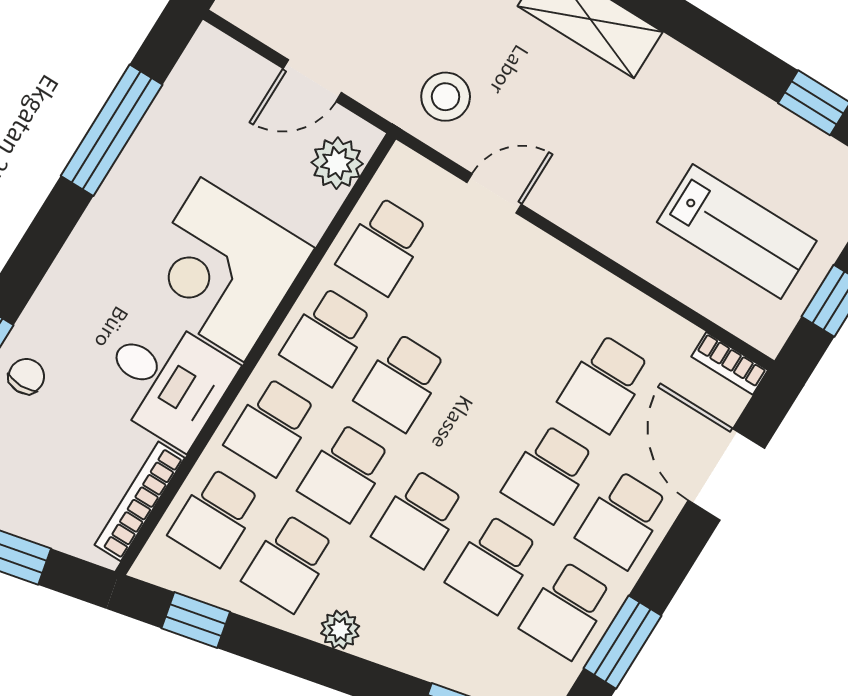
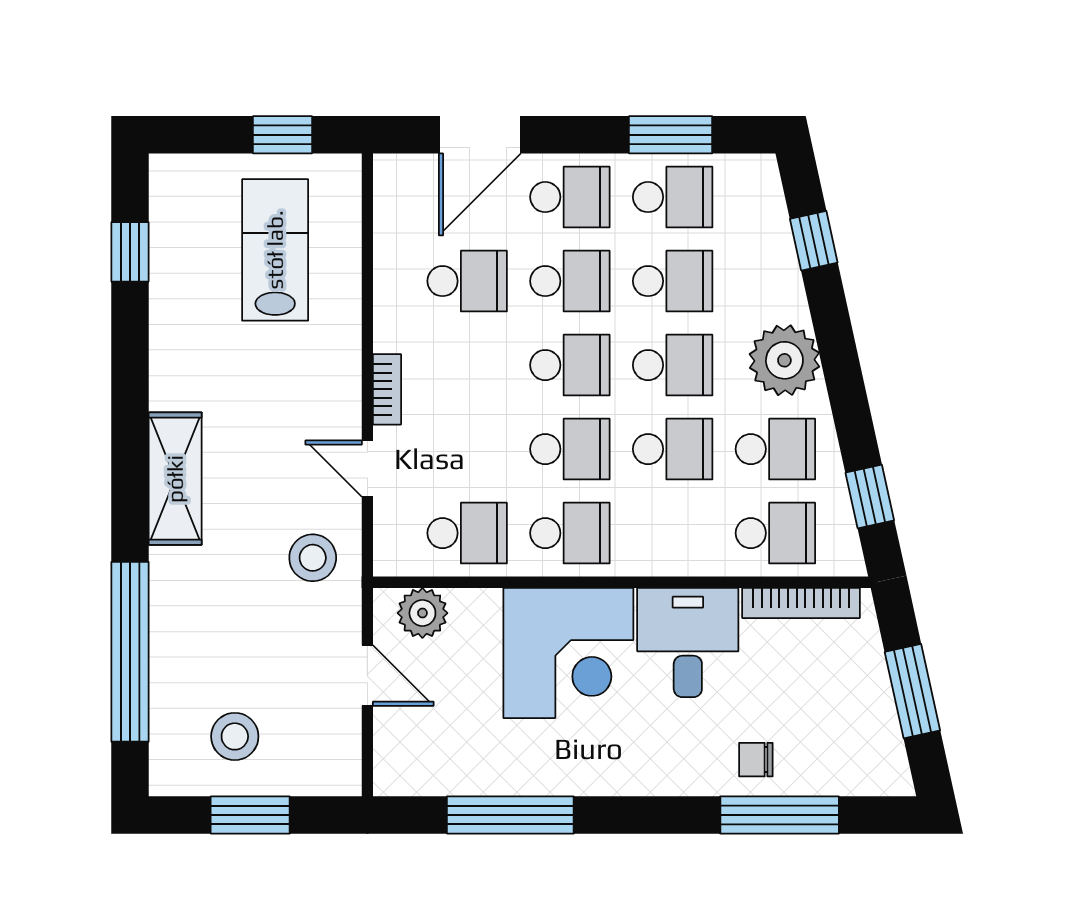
bookcase: (730, 363) -> (387, 389), moved
school desk: (271, 427) -> (570, 365), moved
plant: (340, 630) -> (784, 360), width x1.88, depth x1.88

